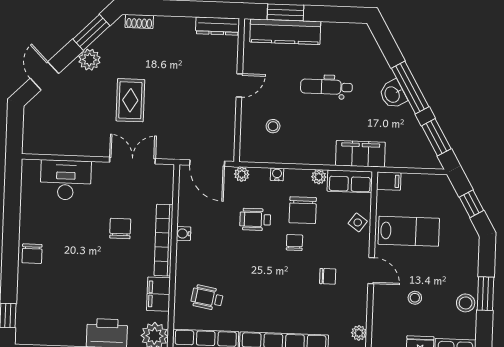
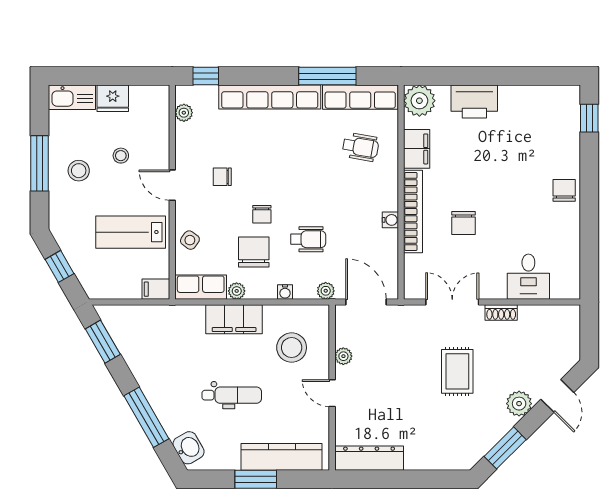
window: (285, 12) -> (256, 479), moved
shoe rack: (139, 21) -> (501, 313), moved, turned 180
dresser: (217, 26) -> (369, 458), width x1.37, depth x1.24
plant: (89, 60) -> (519, 404), moved
door: (239, 85) -> (332, 393), hinge flipped
window: (410, 88) -> (146, 417), moved
washbasin: (393, 94) -> (189, 448), moved
plant: (228, 117) -> (343, 356), added
stool: (273, 126) -> (292, 348), width x1.89, depth x1.89
filing cabinet: (360, 154) -> (234, 319), moved
double door: (132, 160) -> (452, 302), swing flipped
desk: (66, 180) -> (528, 277), width x0.73
window: (485, 294) -> (40, 163), width x1.44
stool: (466, 303) -> (79, 171), moved

